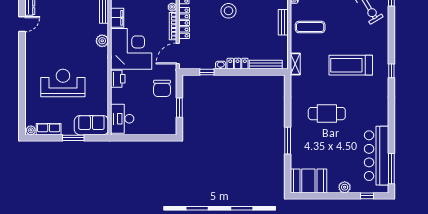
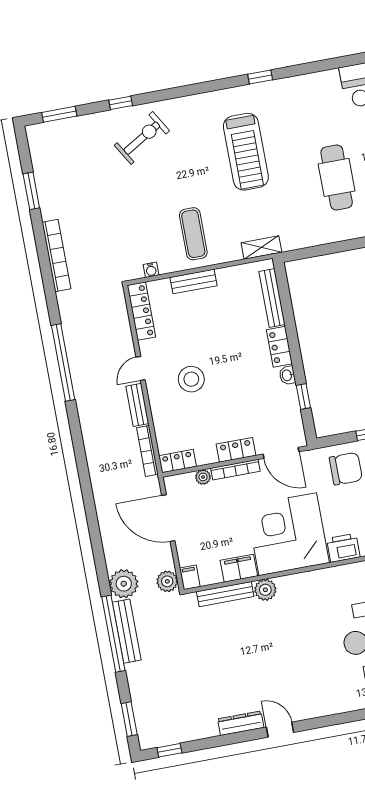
locker: (184, 23) -> (236, 450), width x0.66
plant: (102, 41) -> (265, 590), moved
window: (391, 71) -> (260, 77), moved

